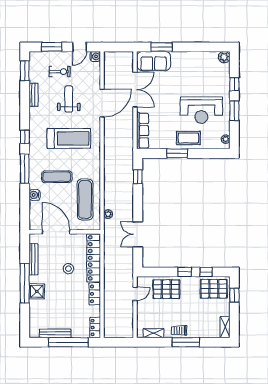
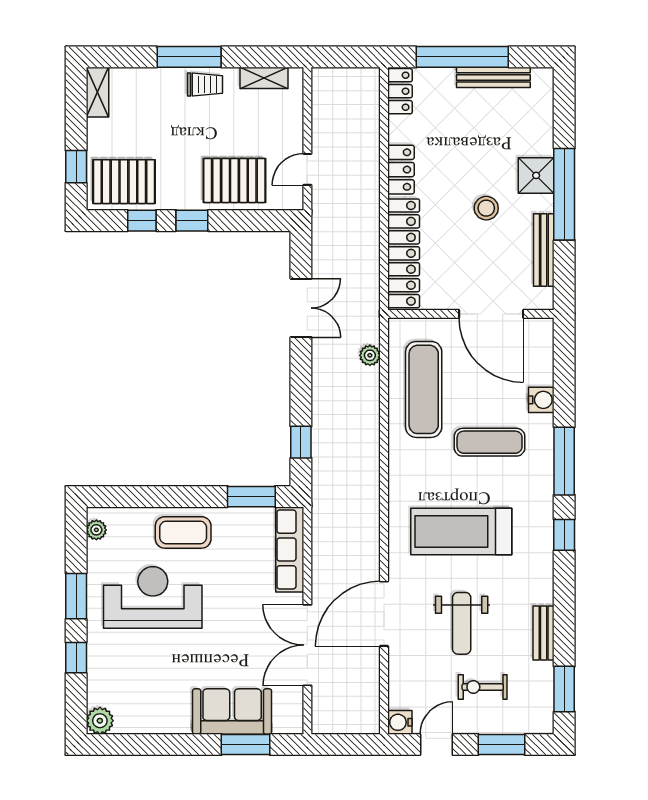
sofa: (154, 61) -> (232, 711), moved
window: (177, 153) -> (251, 497), moved
stool: (68, 269) -> (486, 208), moved

